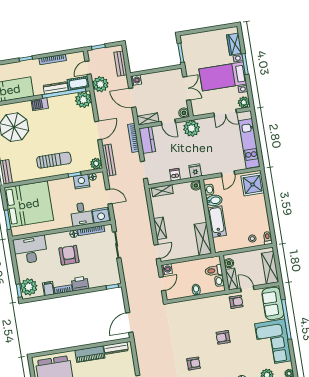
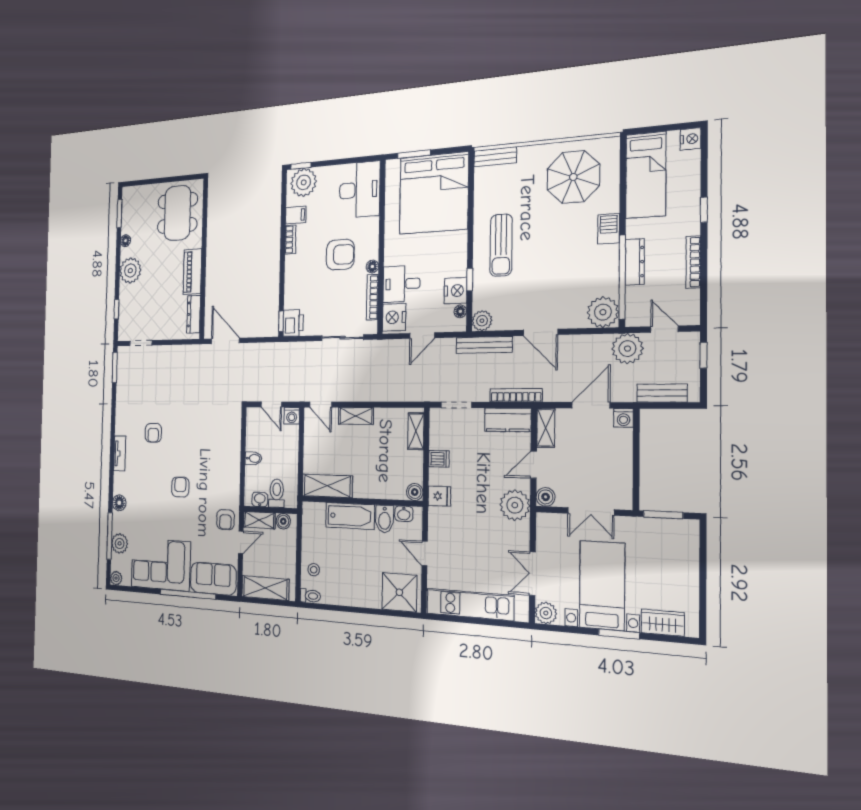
cot: (78, 83) -> (637, 307), removed
printer: (80, 284) -> (293, 323), moved

